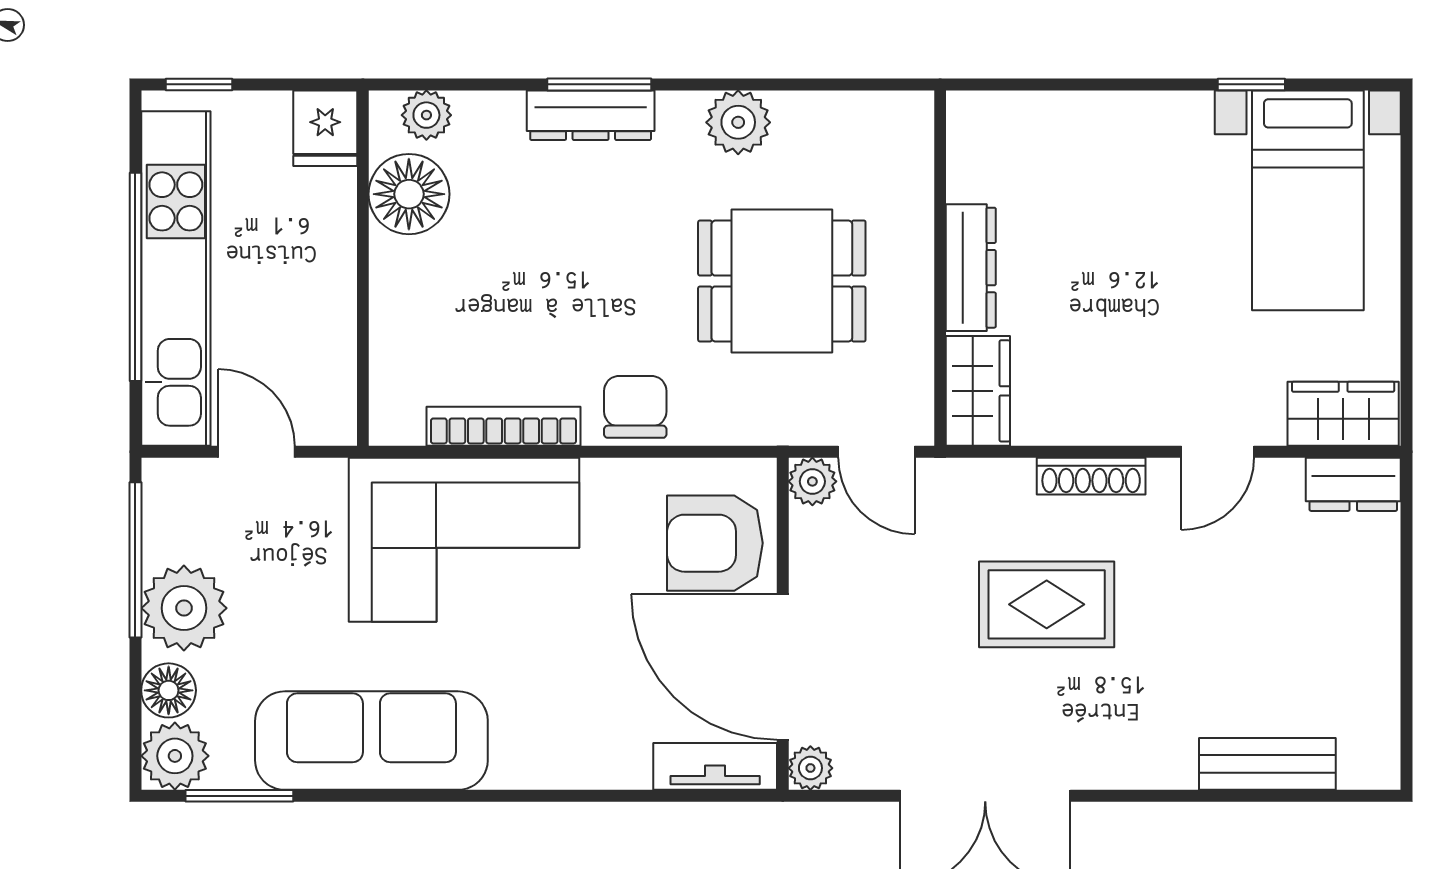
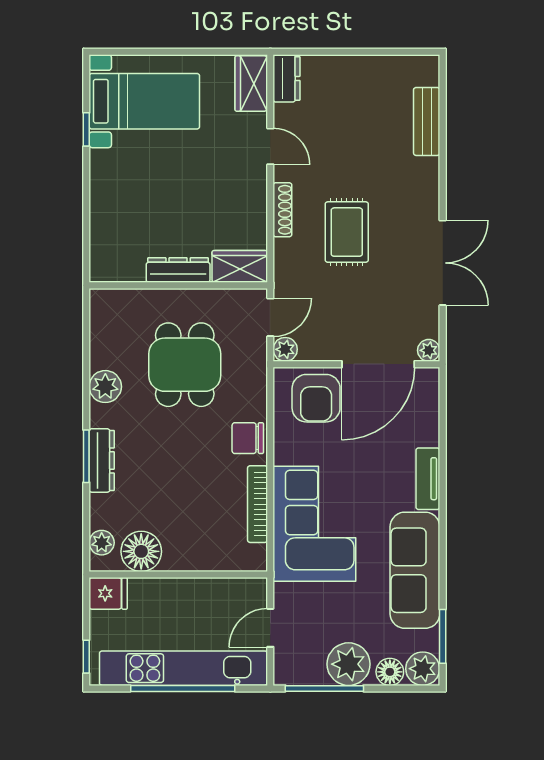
tv unit: (715, 766) -> (428, 479), moved

